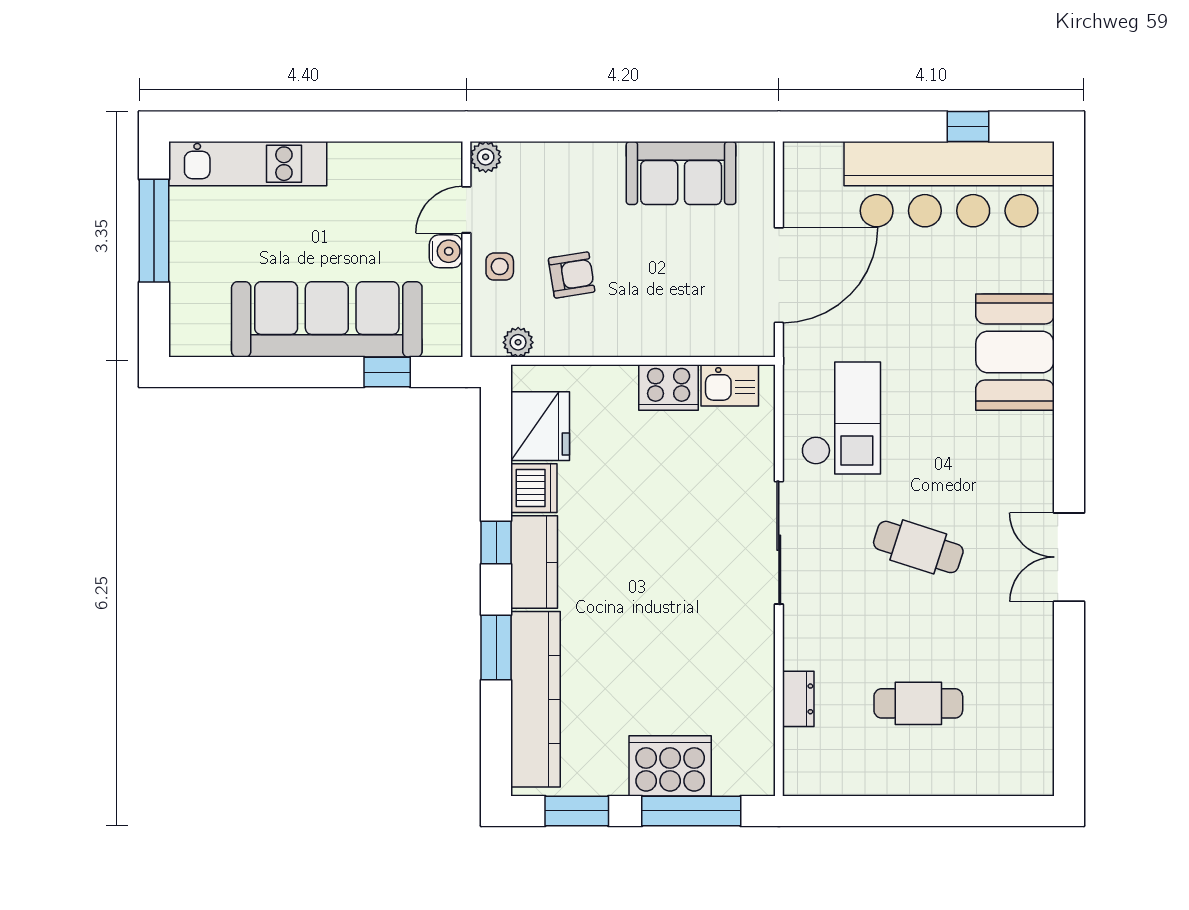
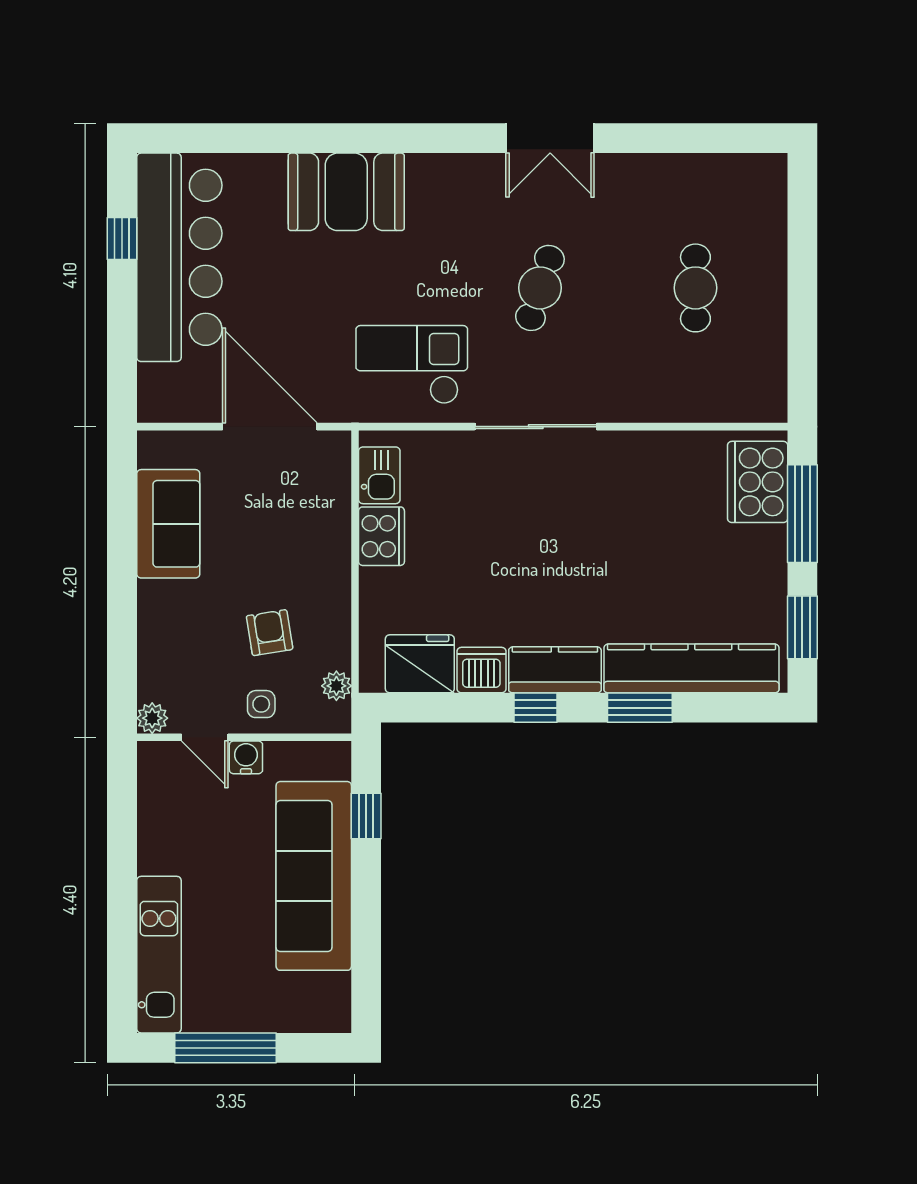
dresser: (798, 699) -> (691, 407), removed
cooker: (670, 766) -> (758, 482), moved

